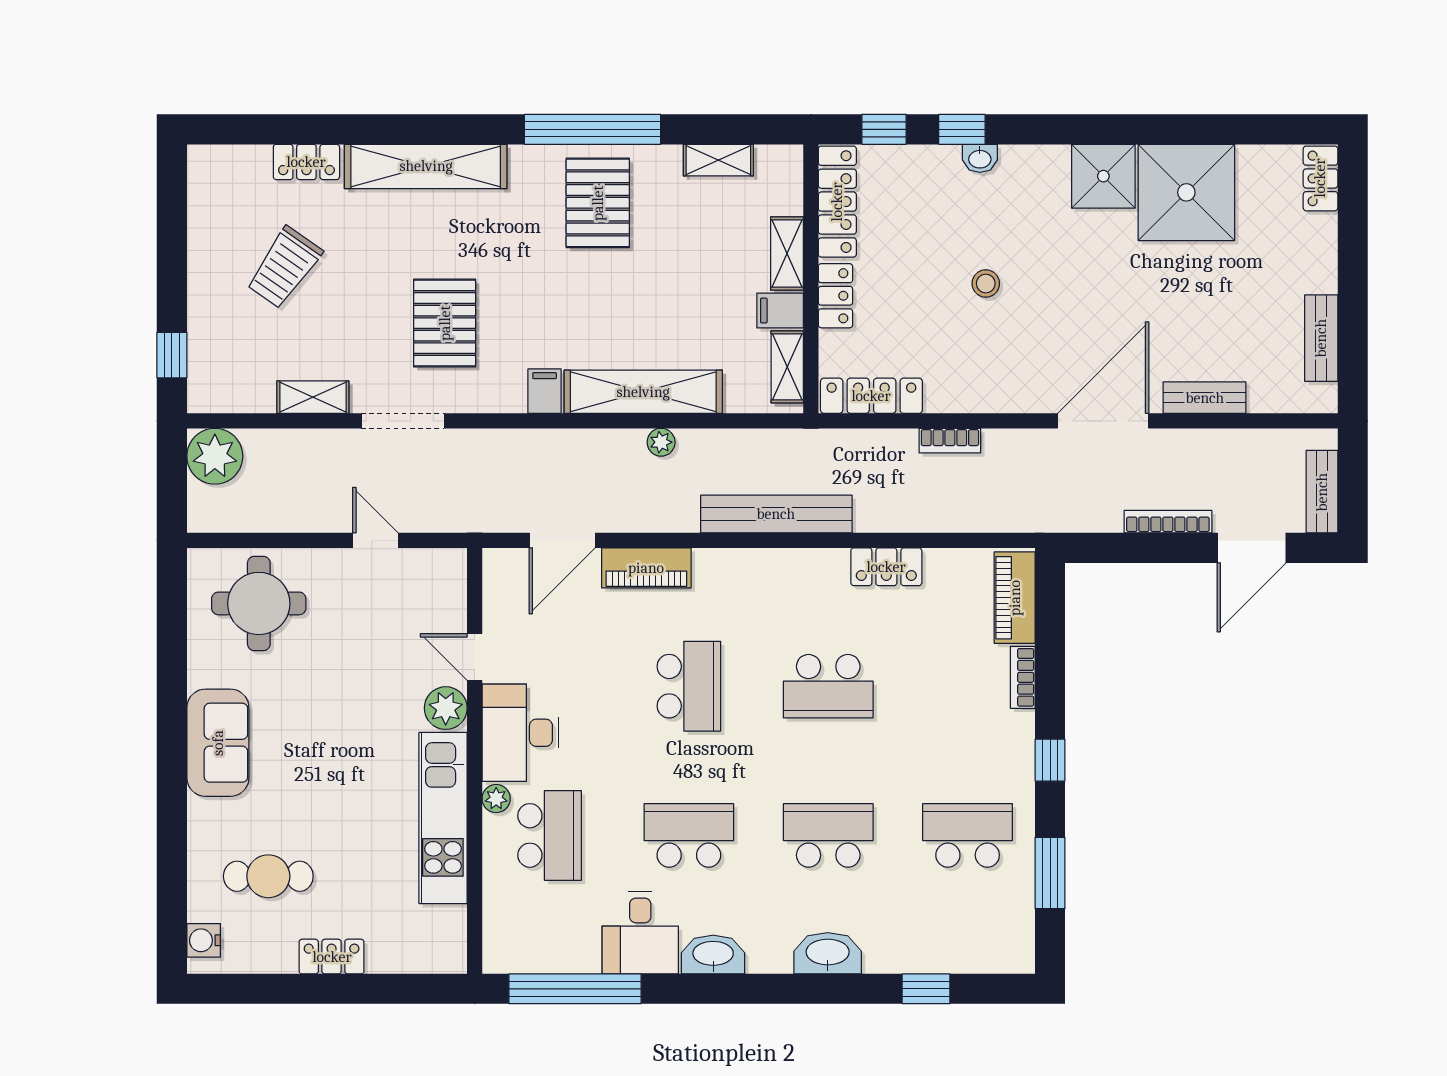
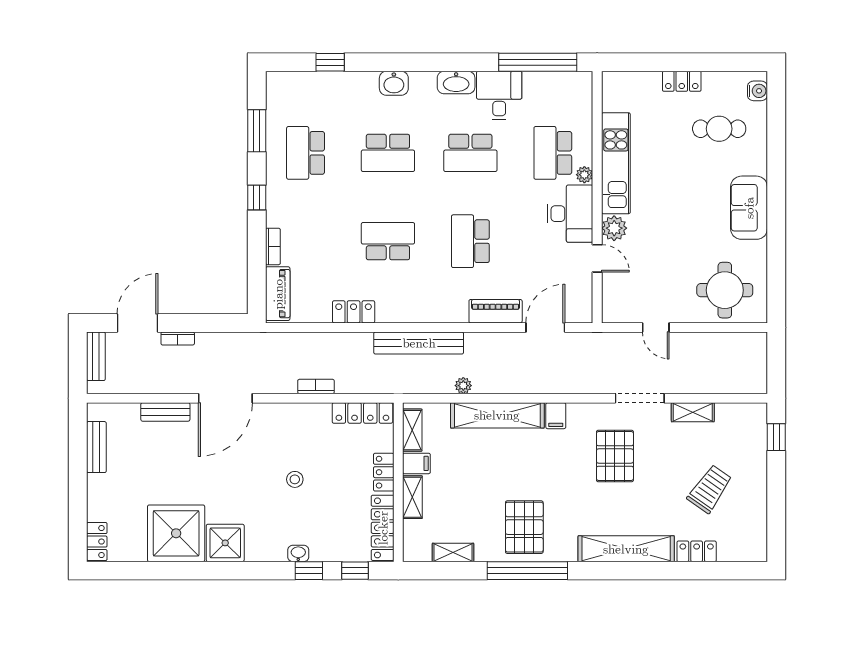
plant: (661, 442) -> (463, 386), moved
plant: (215, 456) -> (751, 377), removed
bookcase: (1168, 522) -> (178, 339), width x0.64
school desk: (968, 835) -> (306, 153), turned 90
washbasin: (828, 953) -> (394, 83), width x0.72

